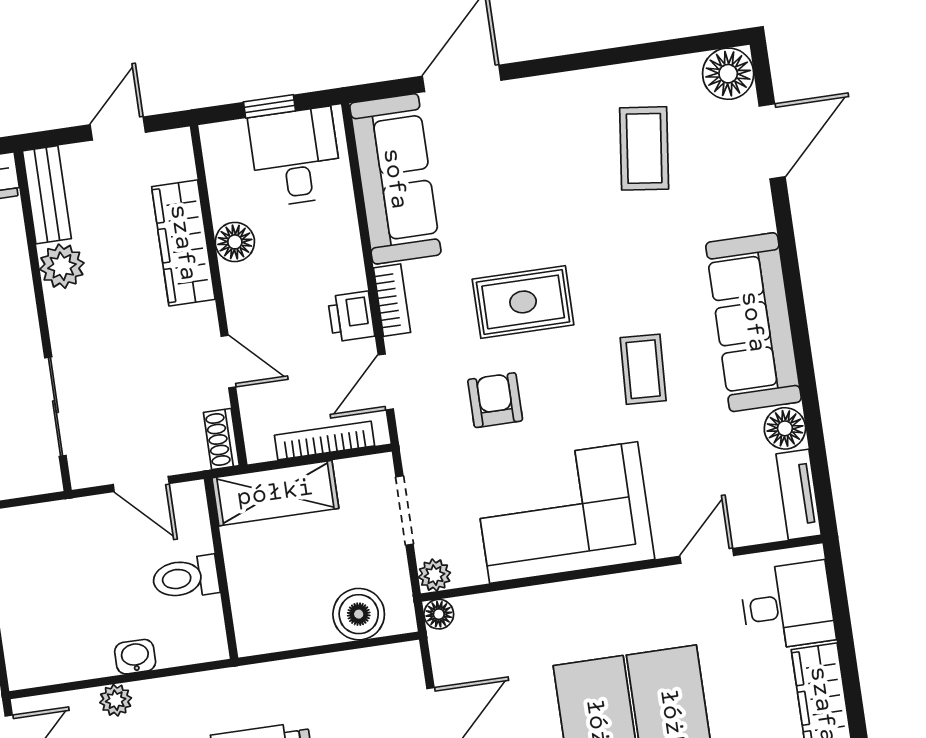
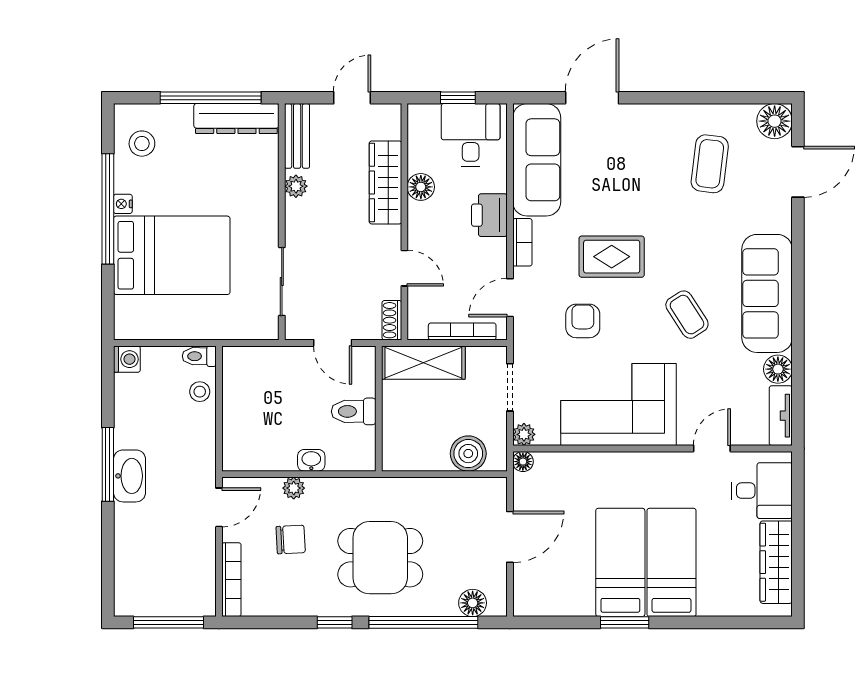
plant: (62, 266) -> (296, 186), width x0.73, depth x0.73
printer: (351, 317) -> (489, 215), moved, width x1.36, depth x1.24
coffee table: (643, 369) -> (687, 315), turned -36

